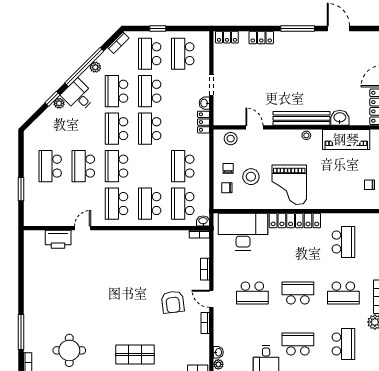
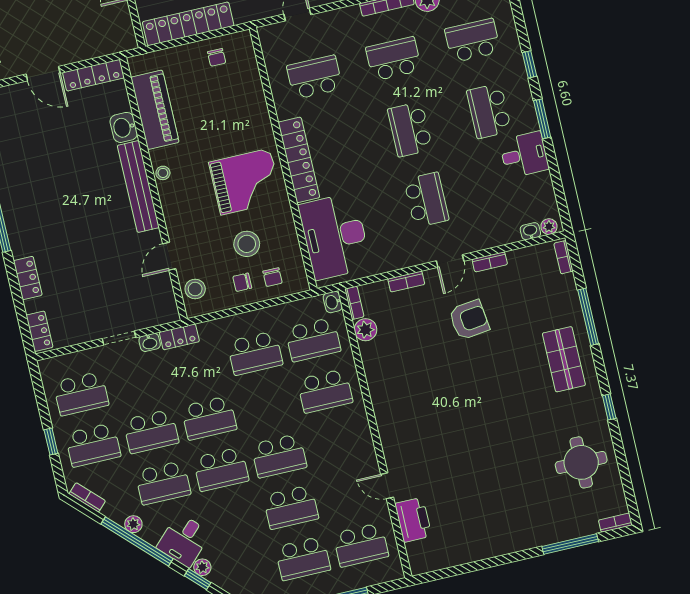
school desk: (116, 204) -> (361, 545), moved
plant: (181, 237) -> (366, 330), added
school desk: (343, 293) -> (394, 59), turned -90

